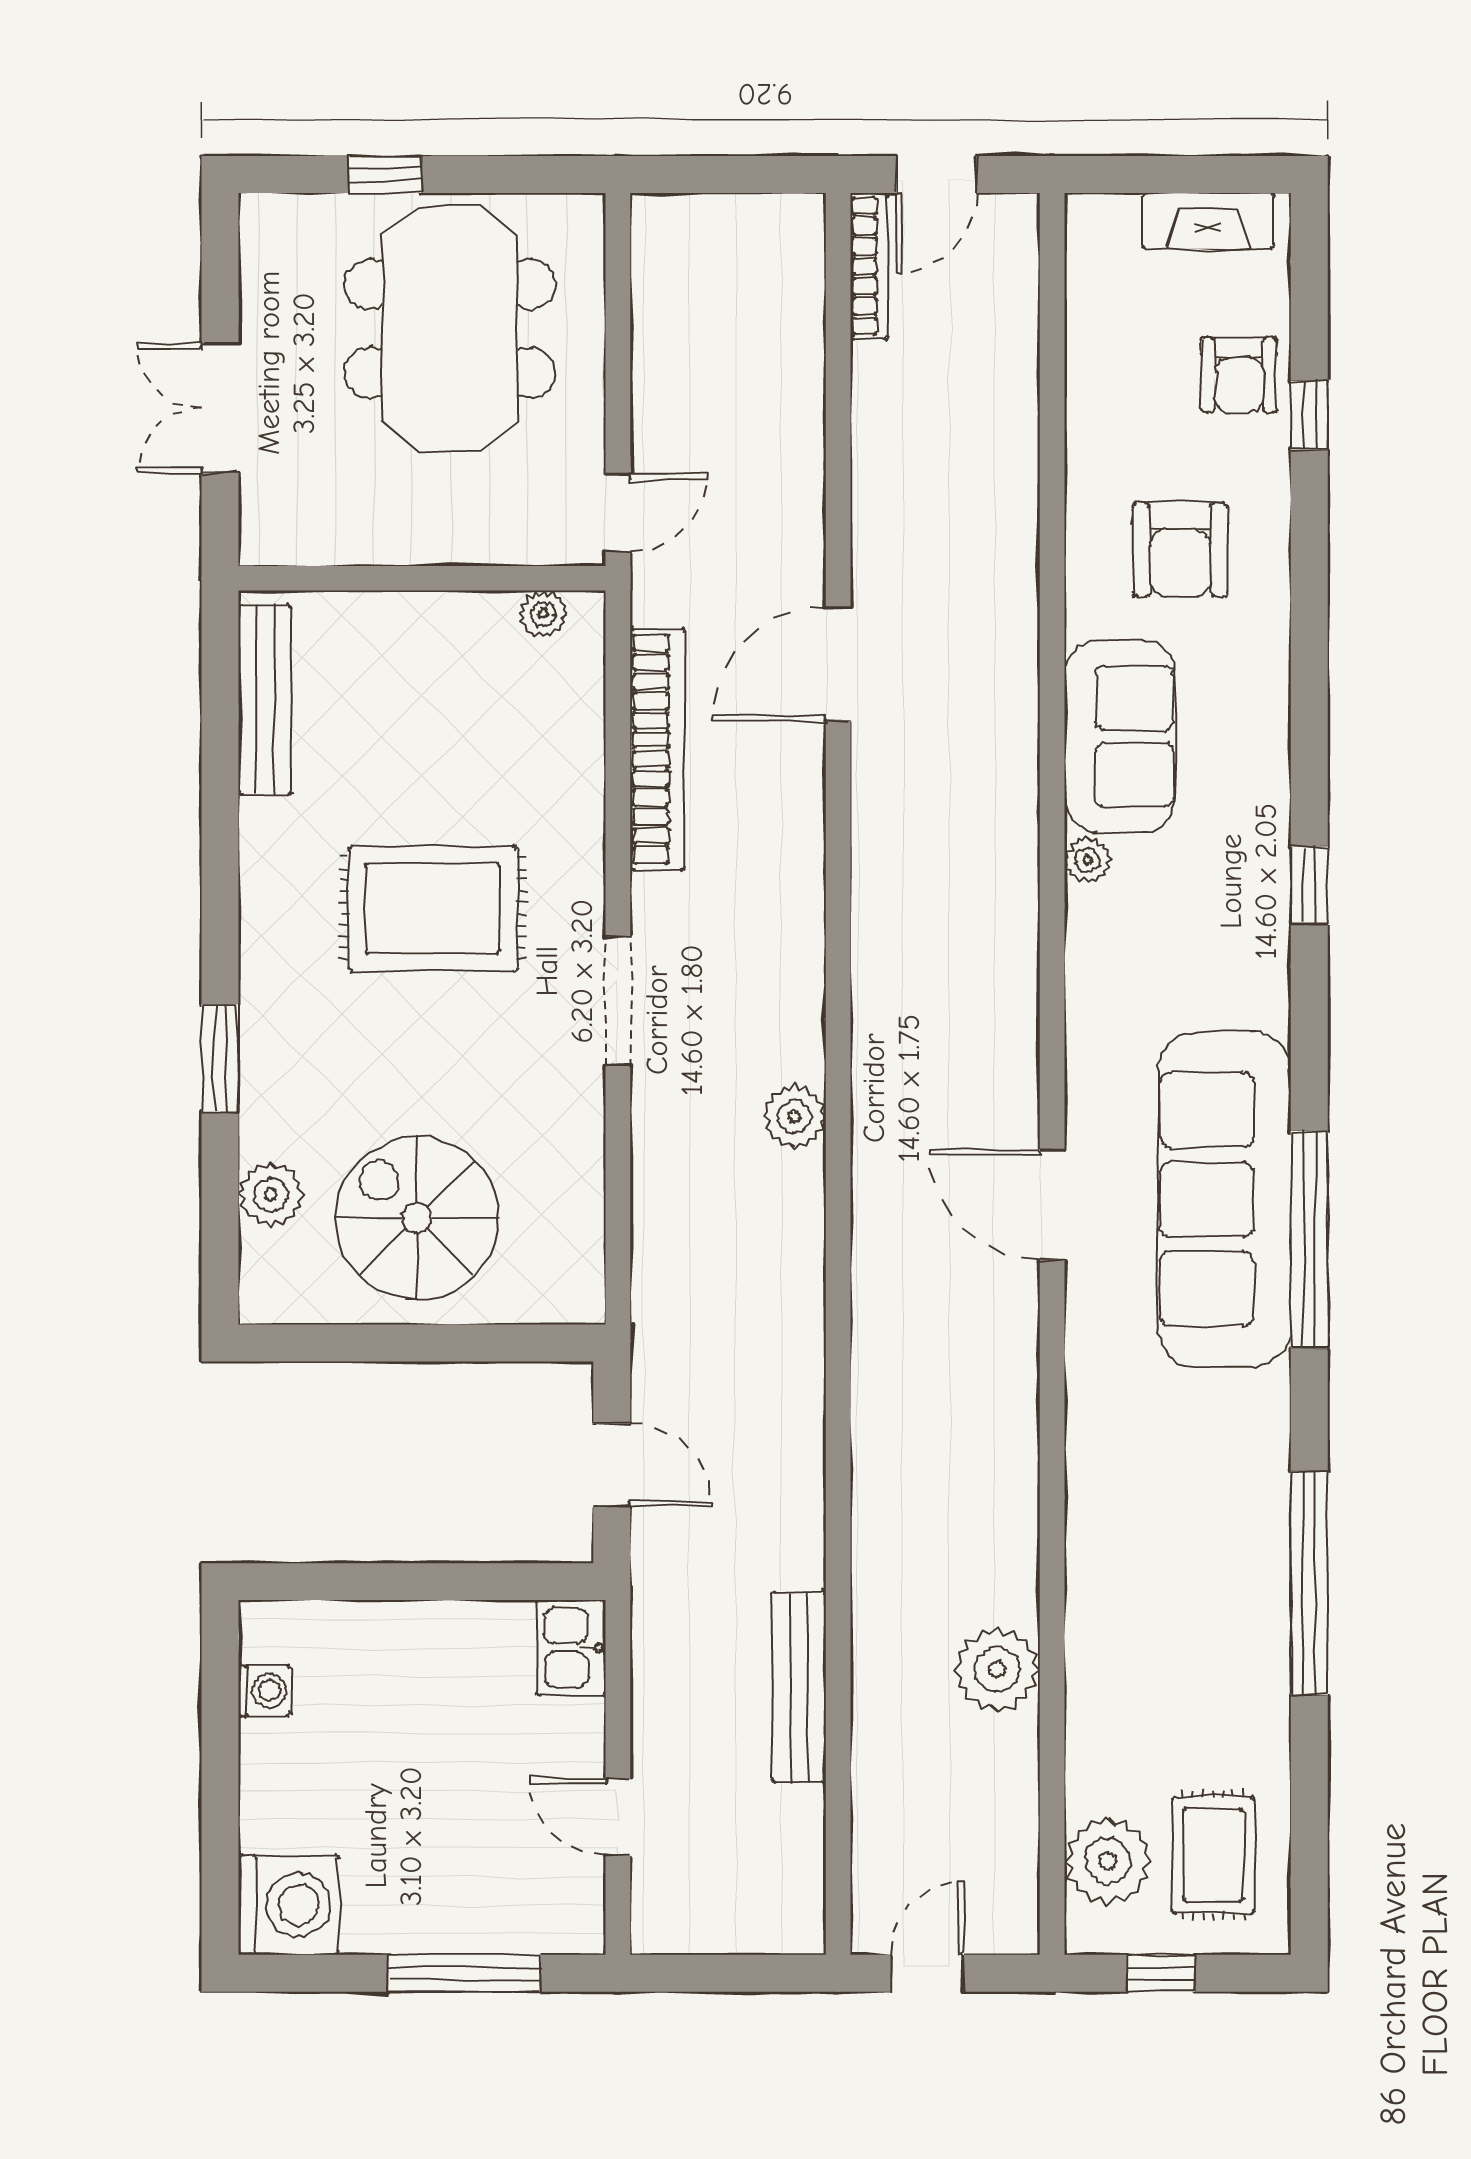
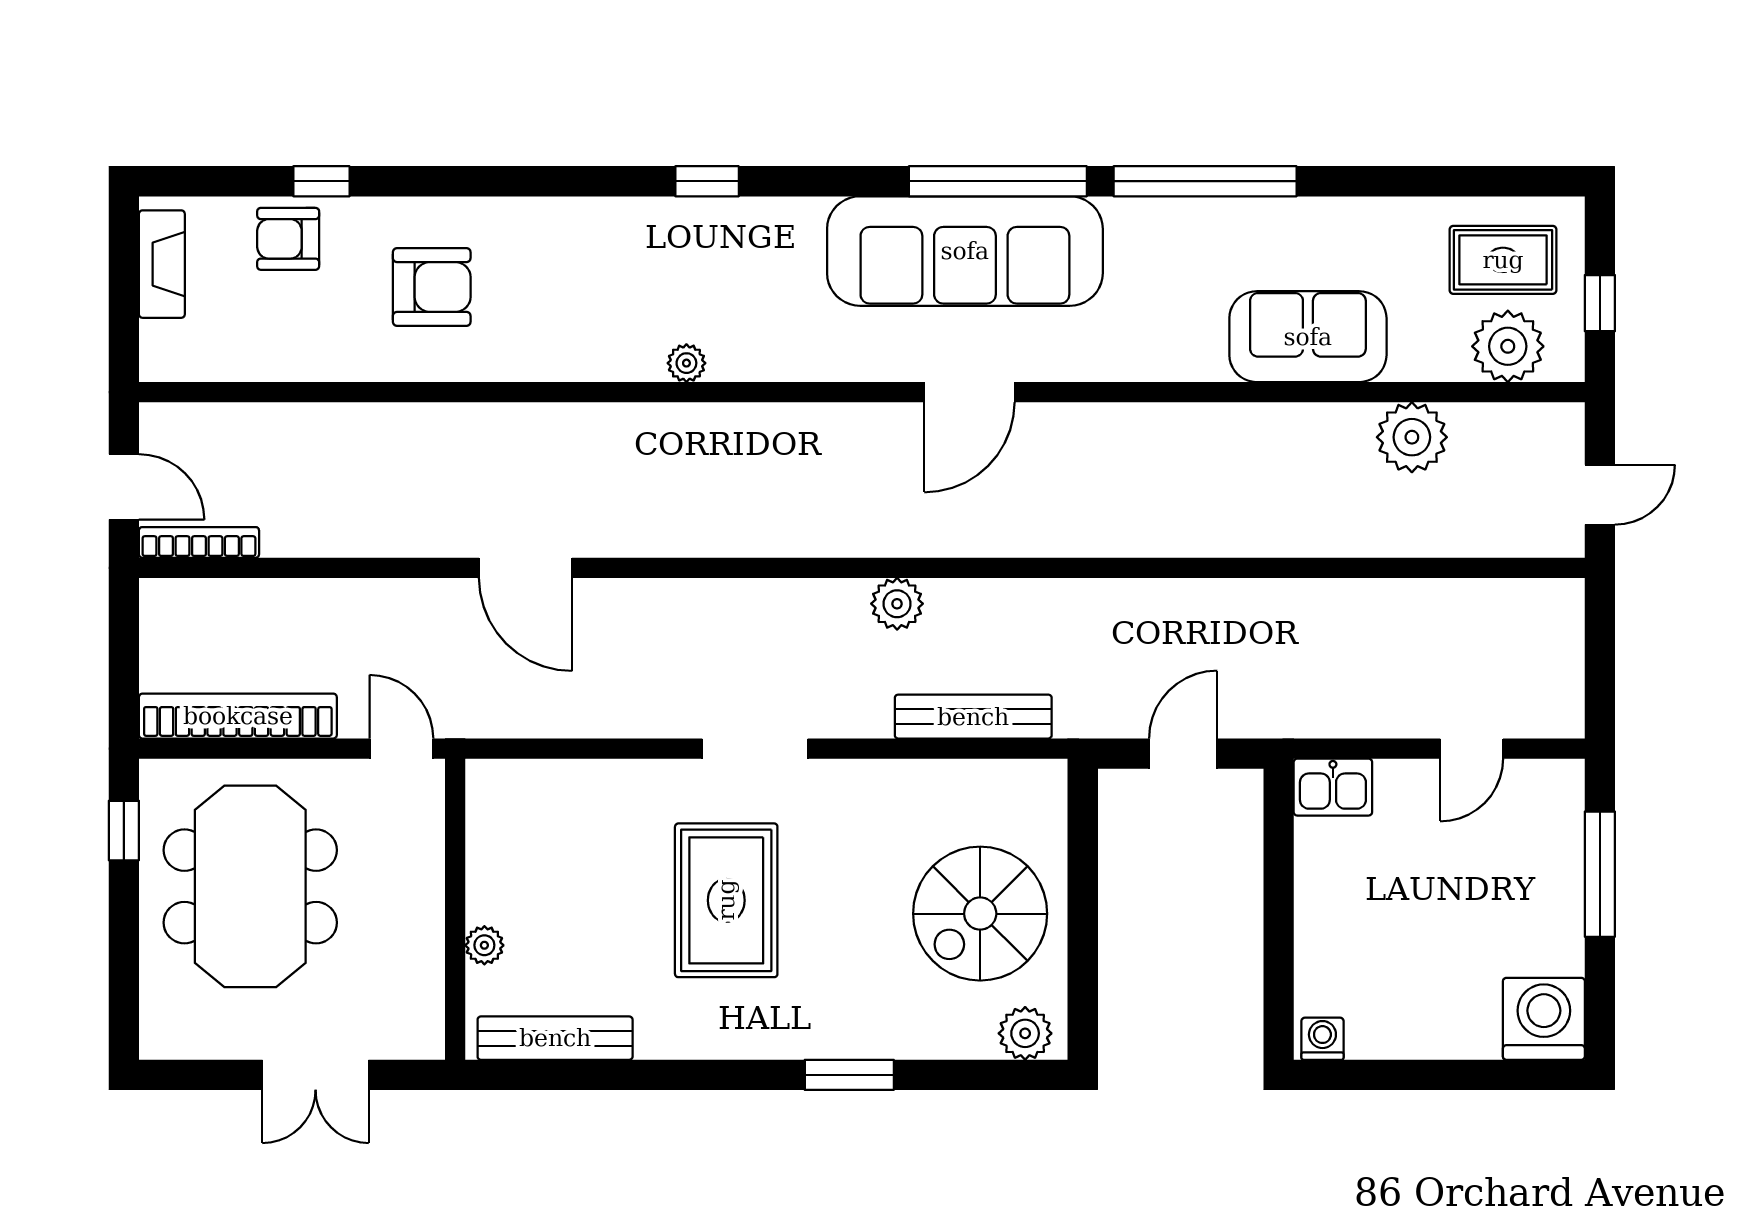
window: (385, 174) -> (124, 831), moved
meeting table: (450, 329) -> (250, 886), turned 90
armchair: (1239, 375) -> (288, 239), turned 180
plant: (543, 614) -> (484, 945), moved
sofa: (1120, 736) -> (1308, 337), moved
bookcase: (657, 749) -> (238, 716), moved
doorway: (618, 1001) -> (755, 749), moved
plant: (271, 1194) -> (1025, 1033), moved
window: (1309, 1583) -> (1205, 181), moved
plant: (997, 1670) -> (1412, 437), moved
bench: (799, 1687) -> (973, 717), moved
washing machine: (264, 1690) -> (1322, 1039), moved
door: (927, 1973) -> (1600, 495), swing flipped

